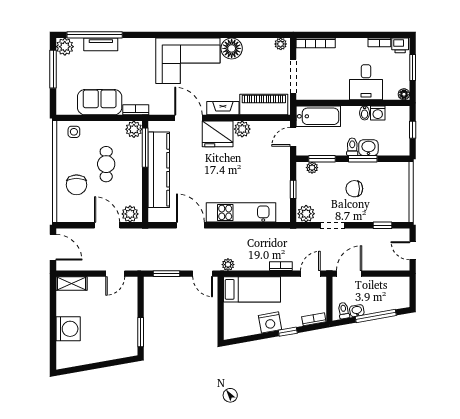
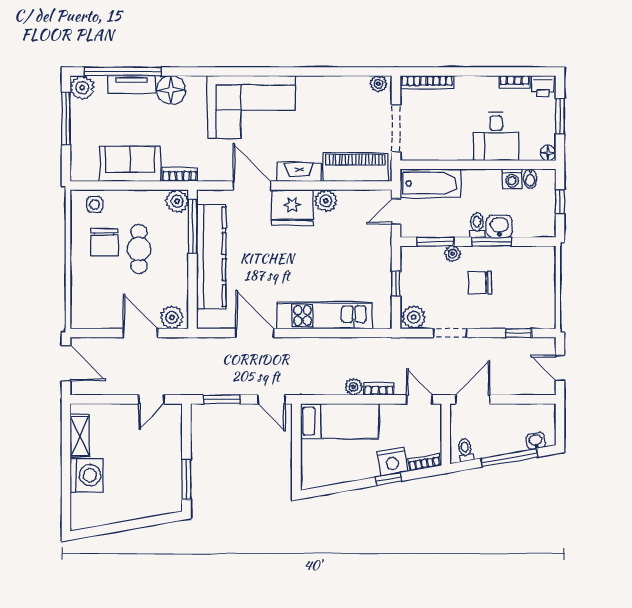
floor lamp: (232, 48) -> (171, 90), moved
bidet: (365, 113) -> (530, 179), moved
plant: (312, 168) -> (453, 254), moved
chair: (76, 185) -> (104, 242), moved
plant: (228, 265) -> (353, 387), moved
door: (310, 274) -> (420, 399), hinge flipped
shelving: (71, 284) -> (80, 436), moved, turned 90
washbasin: (357, 311) -> (536, 441), moved
nightstand: (270, 322) -> (392, 462), moved

